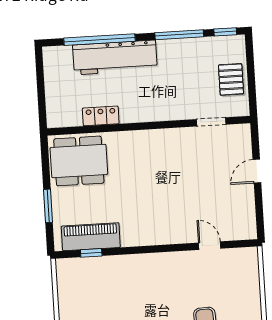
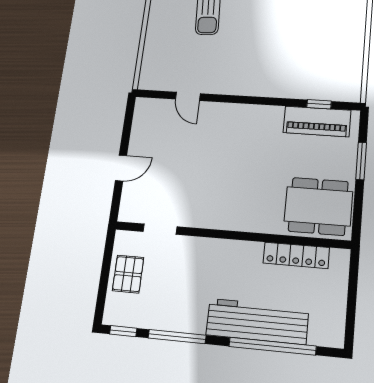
locker: (101, 116) -> (296, 255), width x1.53

